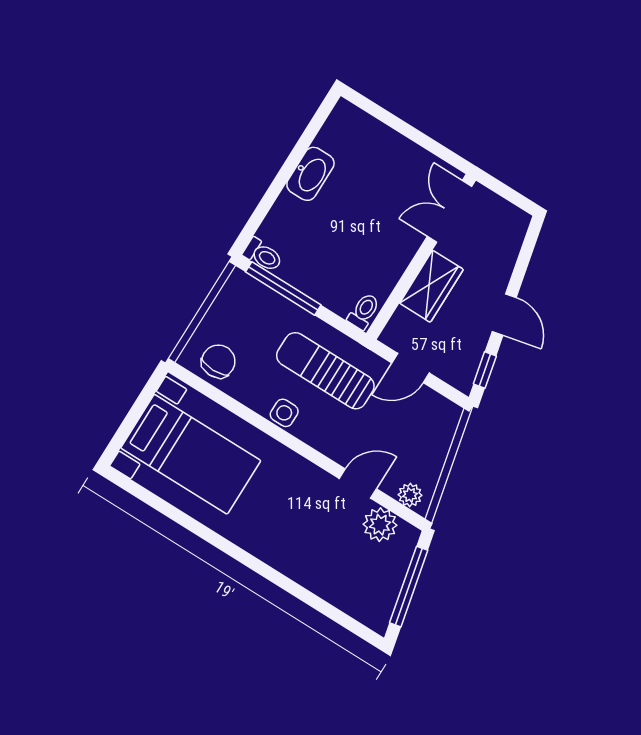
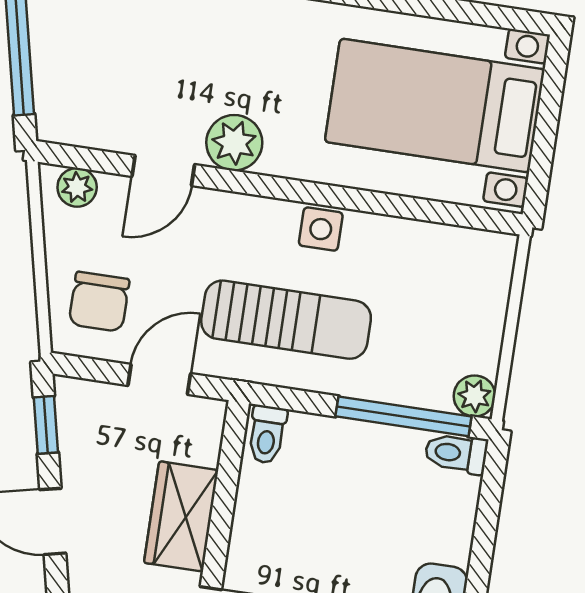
plant: (239, 283) -> (475, 396), added
chair: (218, 361) -> (99, 302), moved
plant: (380, 525) -> (234, 143), moved

